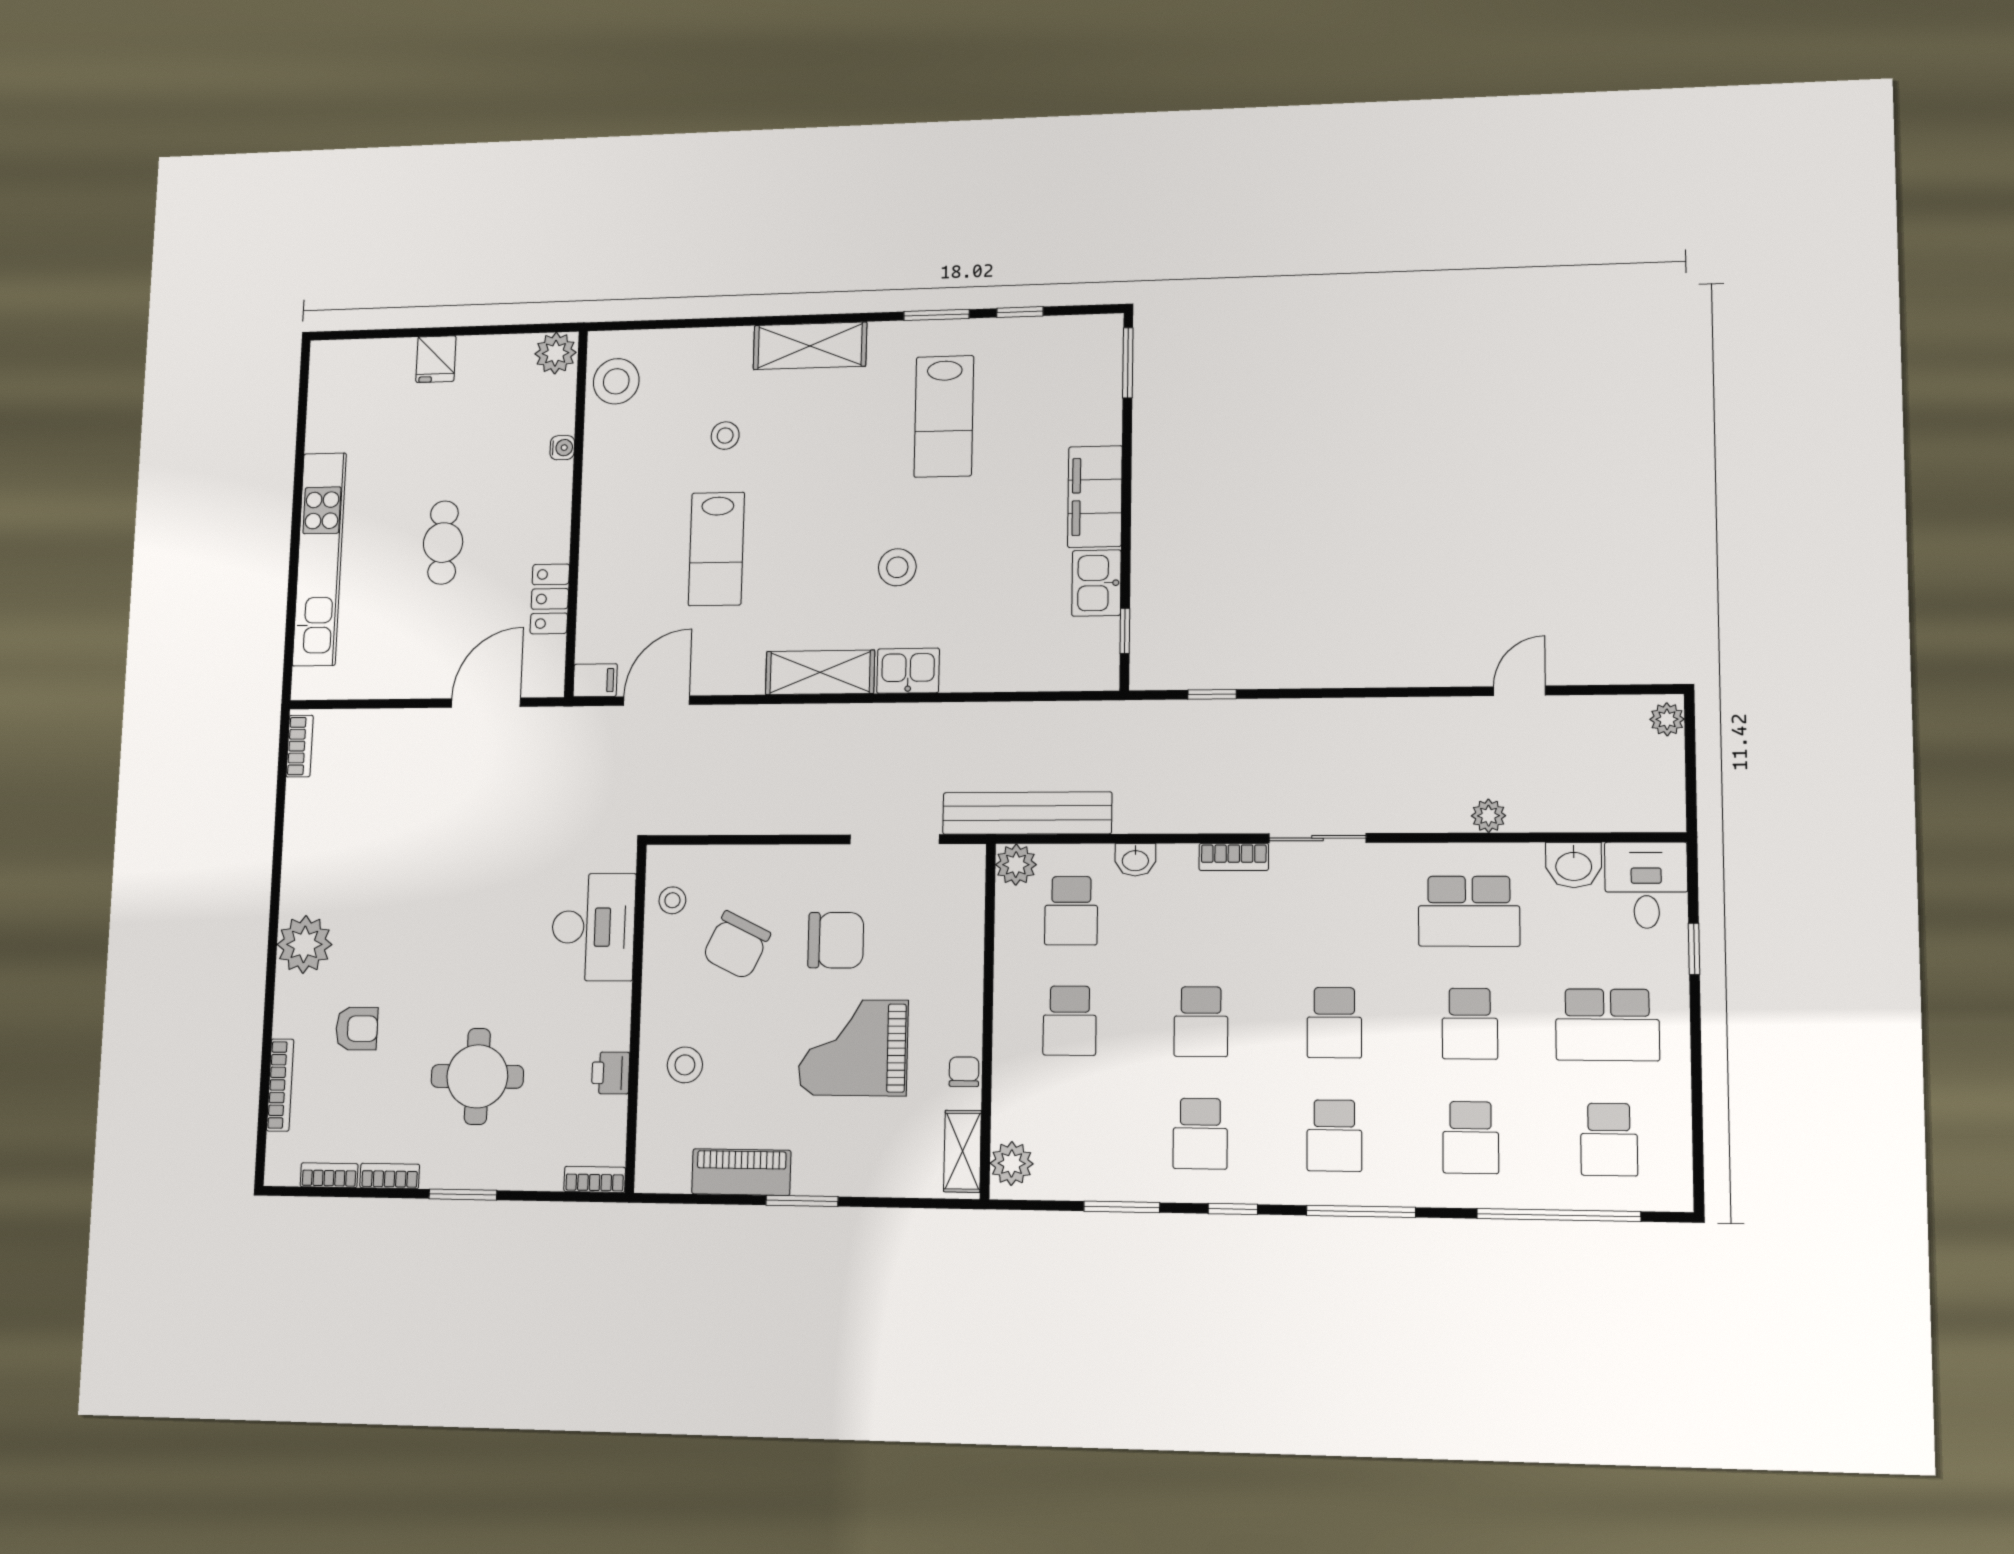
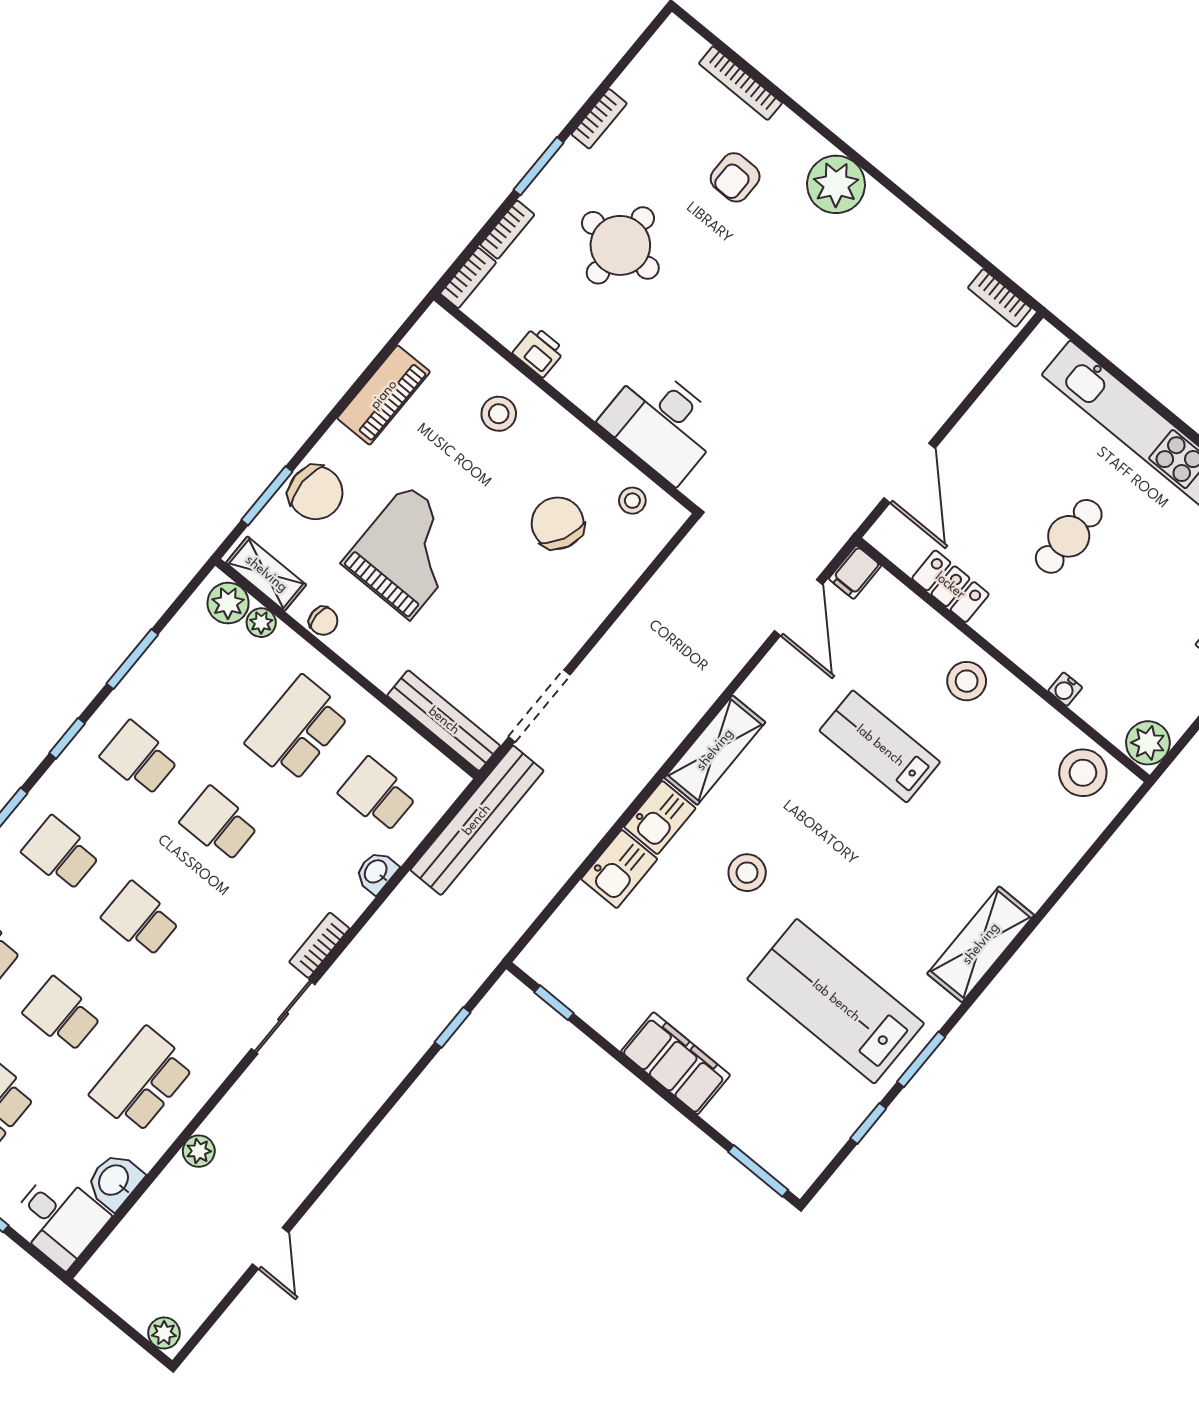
lab bench: (944, 416) -> (836, 1001), width x1.36, depth x1.39
stool: (725, 436) -> (967, 681), moved, width x1.37, depth x1.37
cafe table: (443, 543) -> (1069, 536), turned 90
kitchen sink: (1096, 583) -> (619, 869), moved, turned 90
plant: (1016, 865) -> (261, 623), moved, width x0.73, depth x0.73
bench: (968, 906) -> (444, 721), added
chair: (836, 940) -> (316, 493), moved, turned -90
school desk: (1070, 1021) -> (298, 729), width x1.85
bookcase: (329, 1175) -> (507, 230), moved
window: (802, 1201) -> (267, 496), moved

